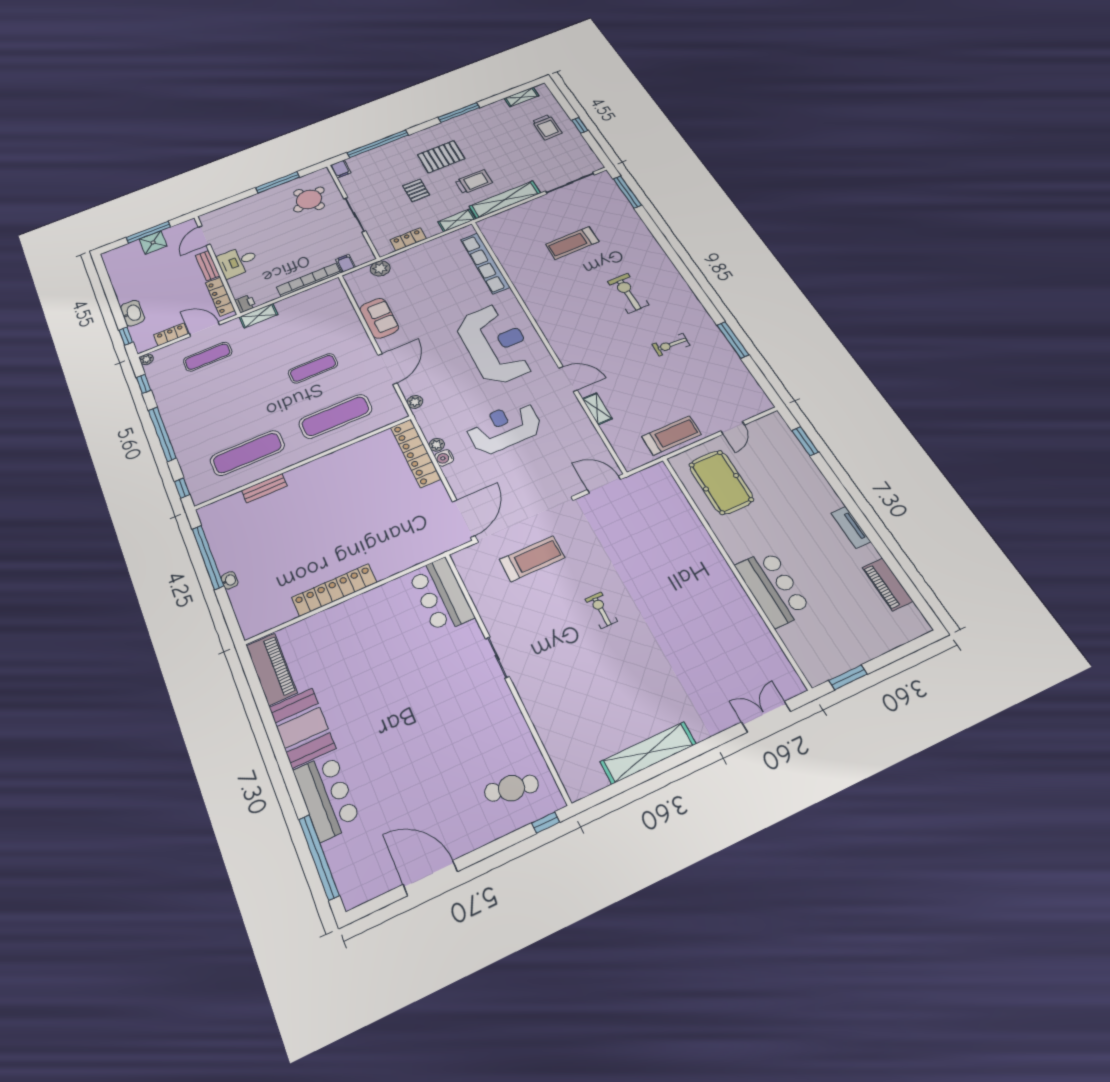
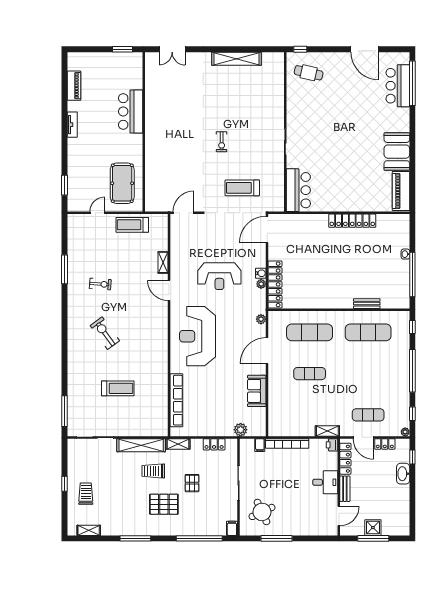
exercise bike: (628, 293) -> (105, 333), turned 144
door: (604, 485) -> (184, 213), swing flipped
bar counter: (327, 797) -> (398, 86), moved

